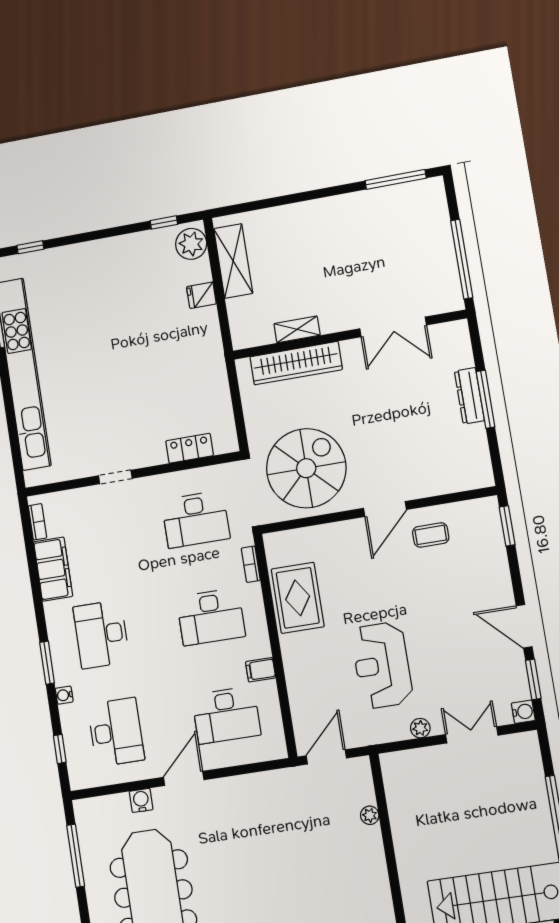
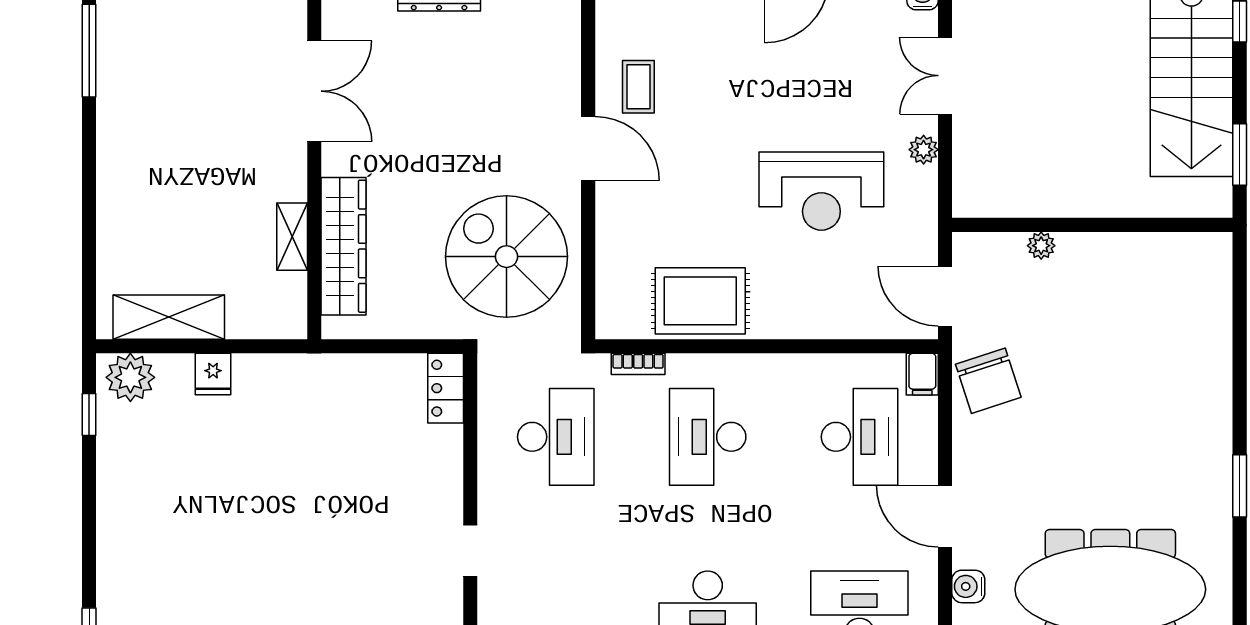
locker: (190, 448) -> (446, 388), moved
desk: (211, 617) -> (708, 437), turned 180
filing cabinet: (261, 670) -> (922, 374), moved
chair: (276, 794) -> (988, 381), added

